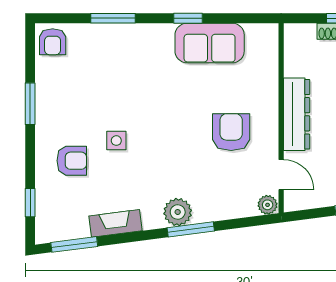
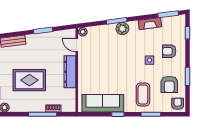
sofa: (210, 43) -> (103, 103), width x1.36
coffee table: (131, 63) -> (143, 94), added
armchair: (231, 132) -> (169, 84), moved

